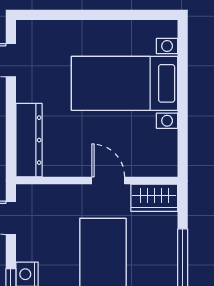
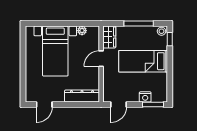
plant: (168, 140) -> (82, 31), added

